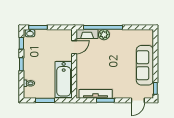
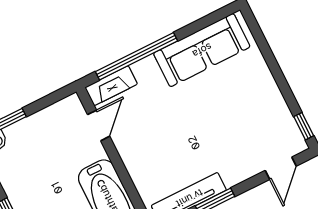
plant: (104, 35) -> (146, 70), removed
sofa: (145, 65) -> (202, 50), moved, turned -90

